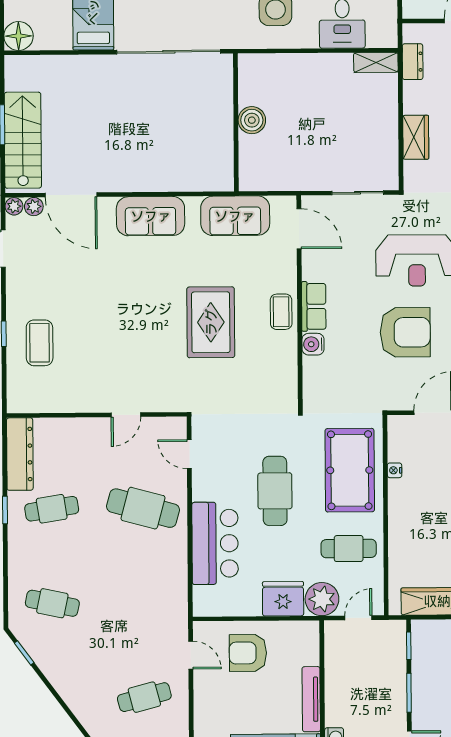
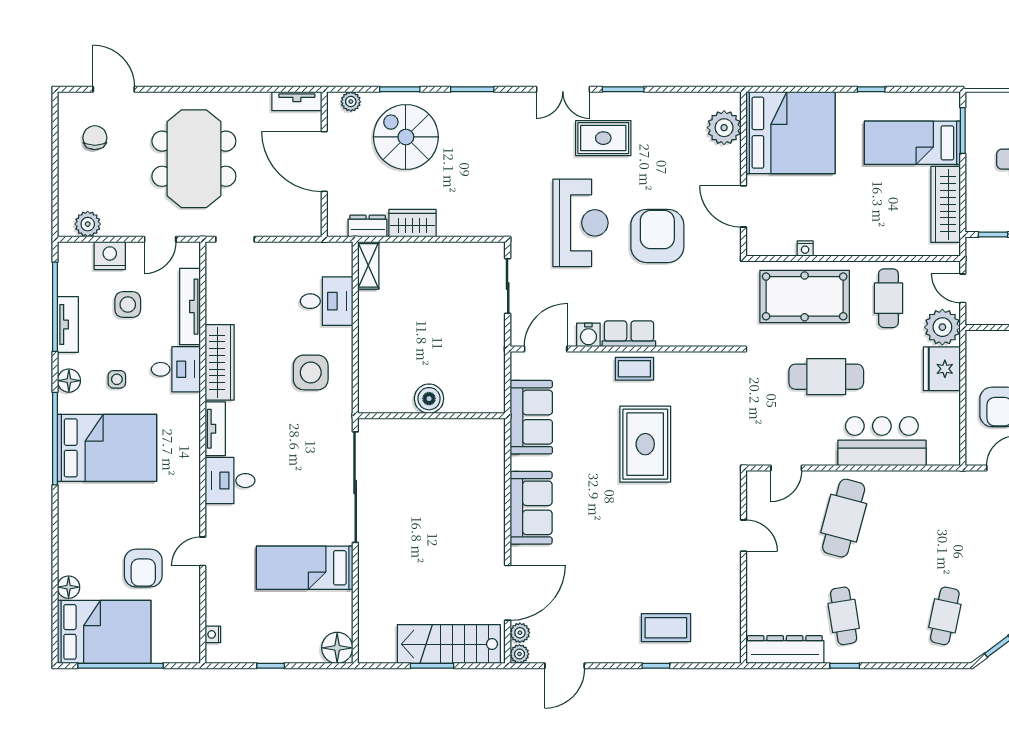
wardrobe: (416, 137) -> (413, 223), moved
rug: (211, 322) -> (645, 444), turned 90
water cooler: (313, 344) -> (588, 335), moved

